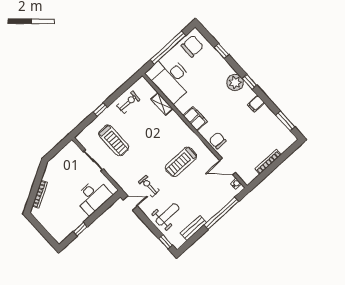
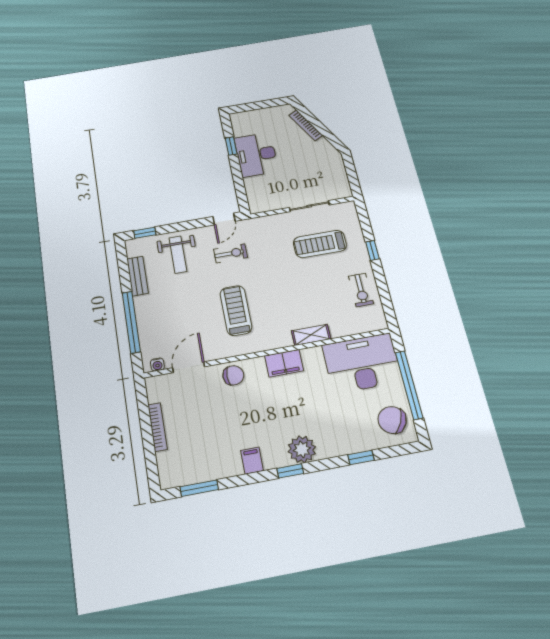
chair: (192, 46) -> (392, 420), turned 115
shelving: (162, 104) -> (311, 335), moved
desk: (93, 196) -> (256, 155), moved

